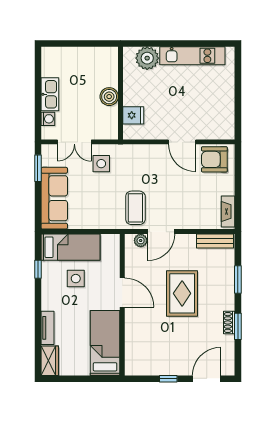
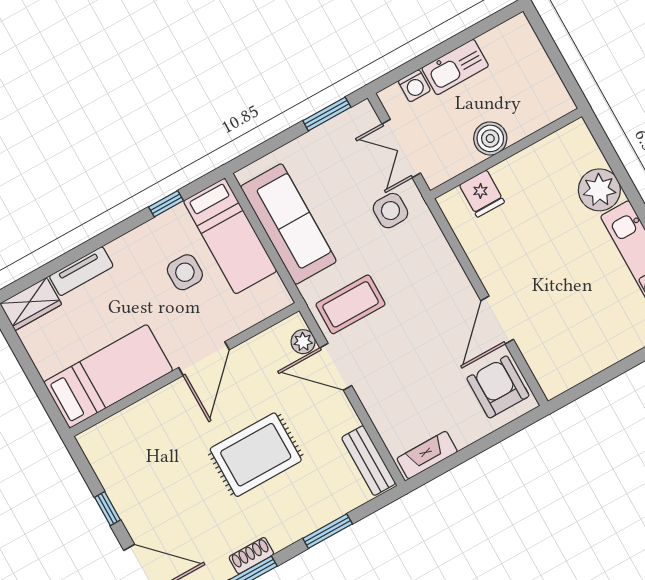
wall: (121, 93) -> (506, 154), moved
boiler: (109, 97) -> (490, 138), moved
fridge: (133, 115) -> (482, 194), moved
sofa: (54, 198) -> (288, 224), moved, turned -90

